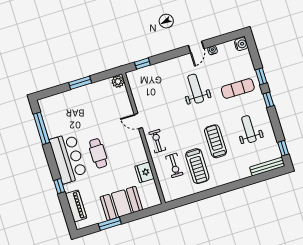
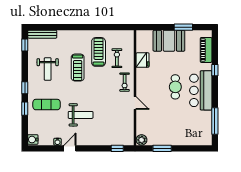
window: (80, 83) -> (162, 148), moved
weight bench: (196, 89) -> (81, 115), turned -90

